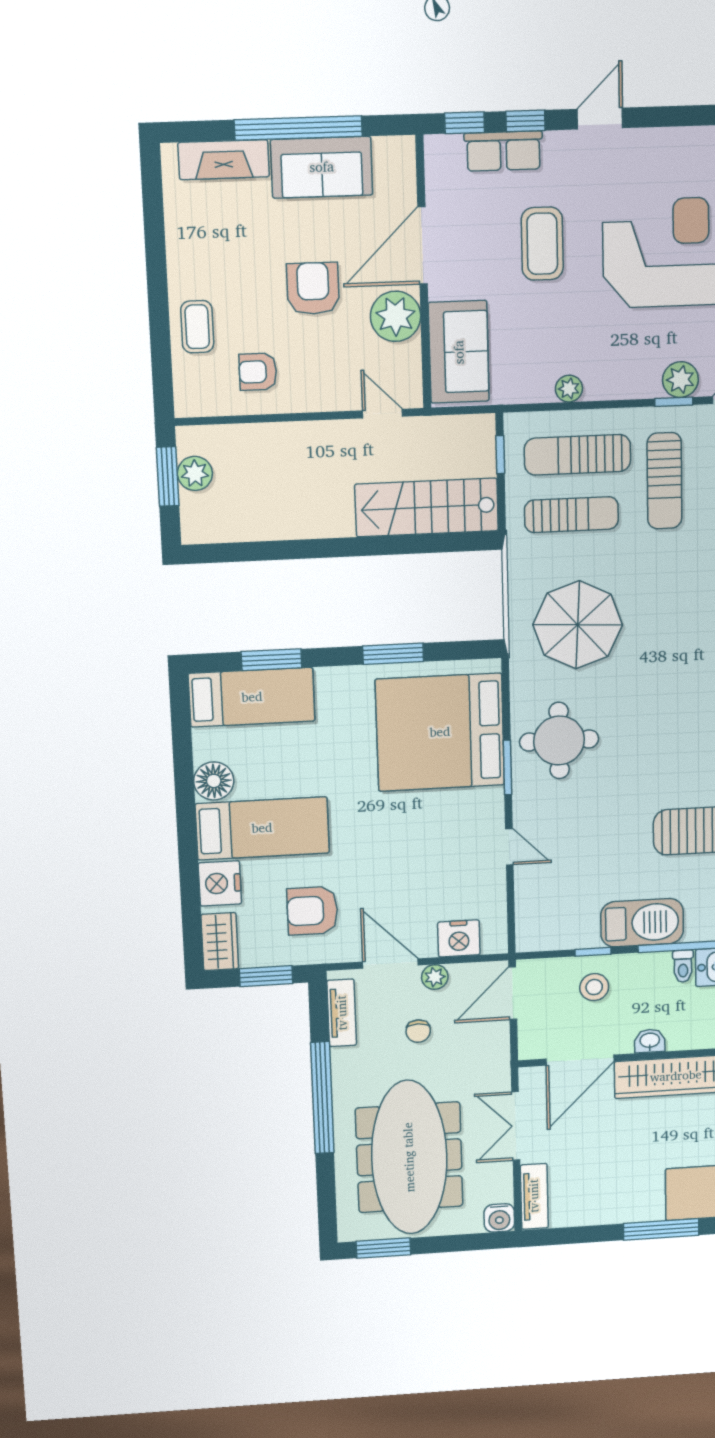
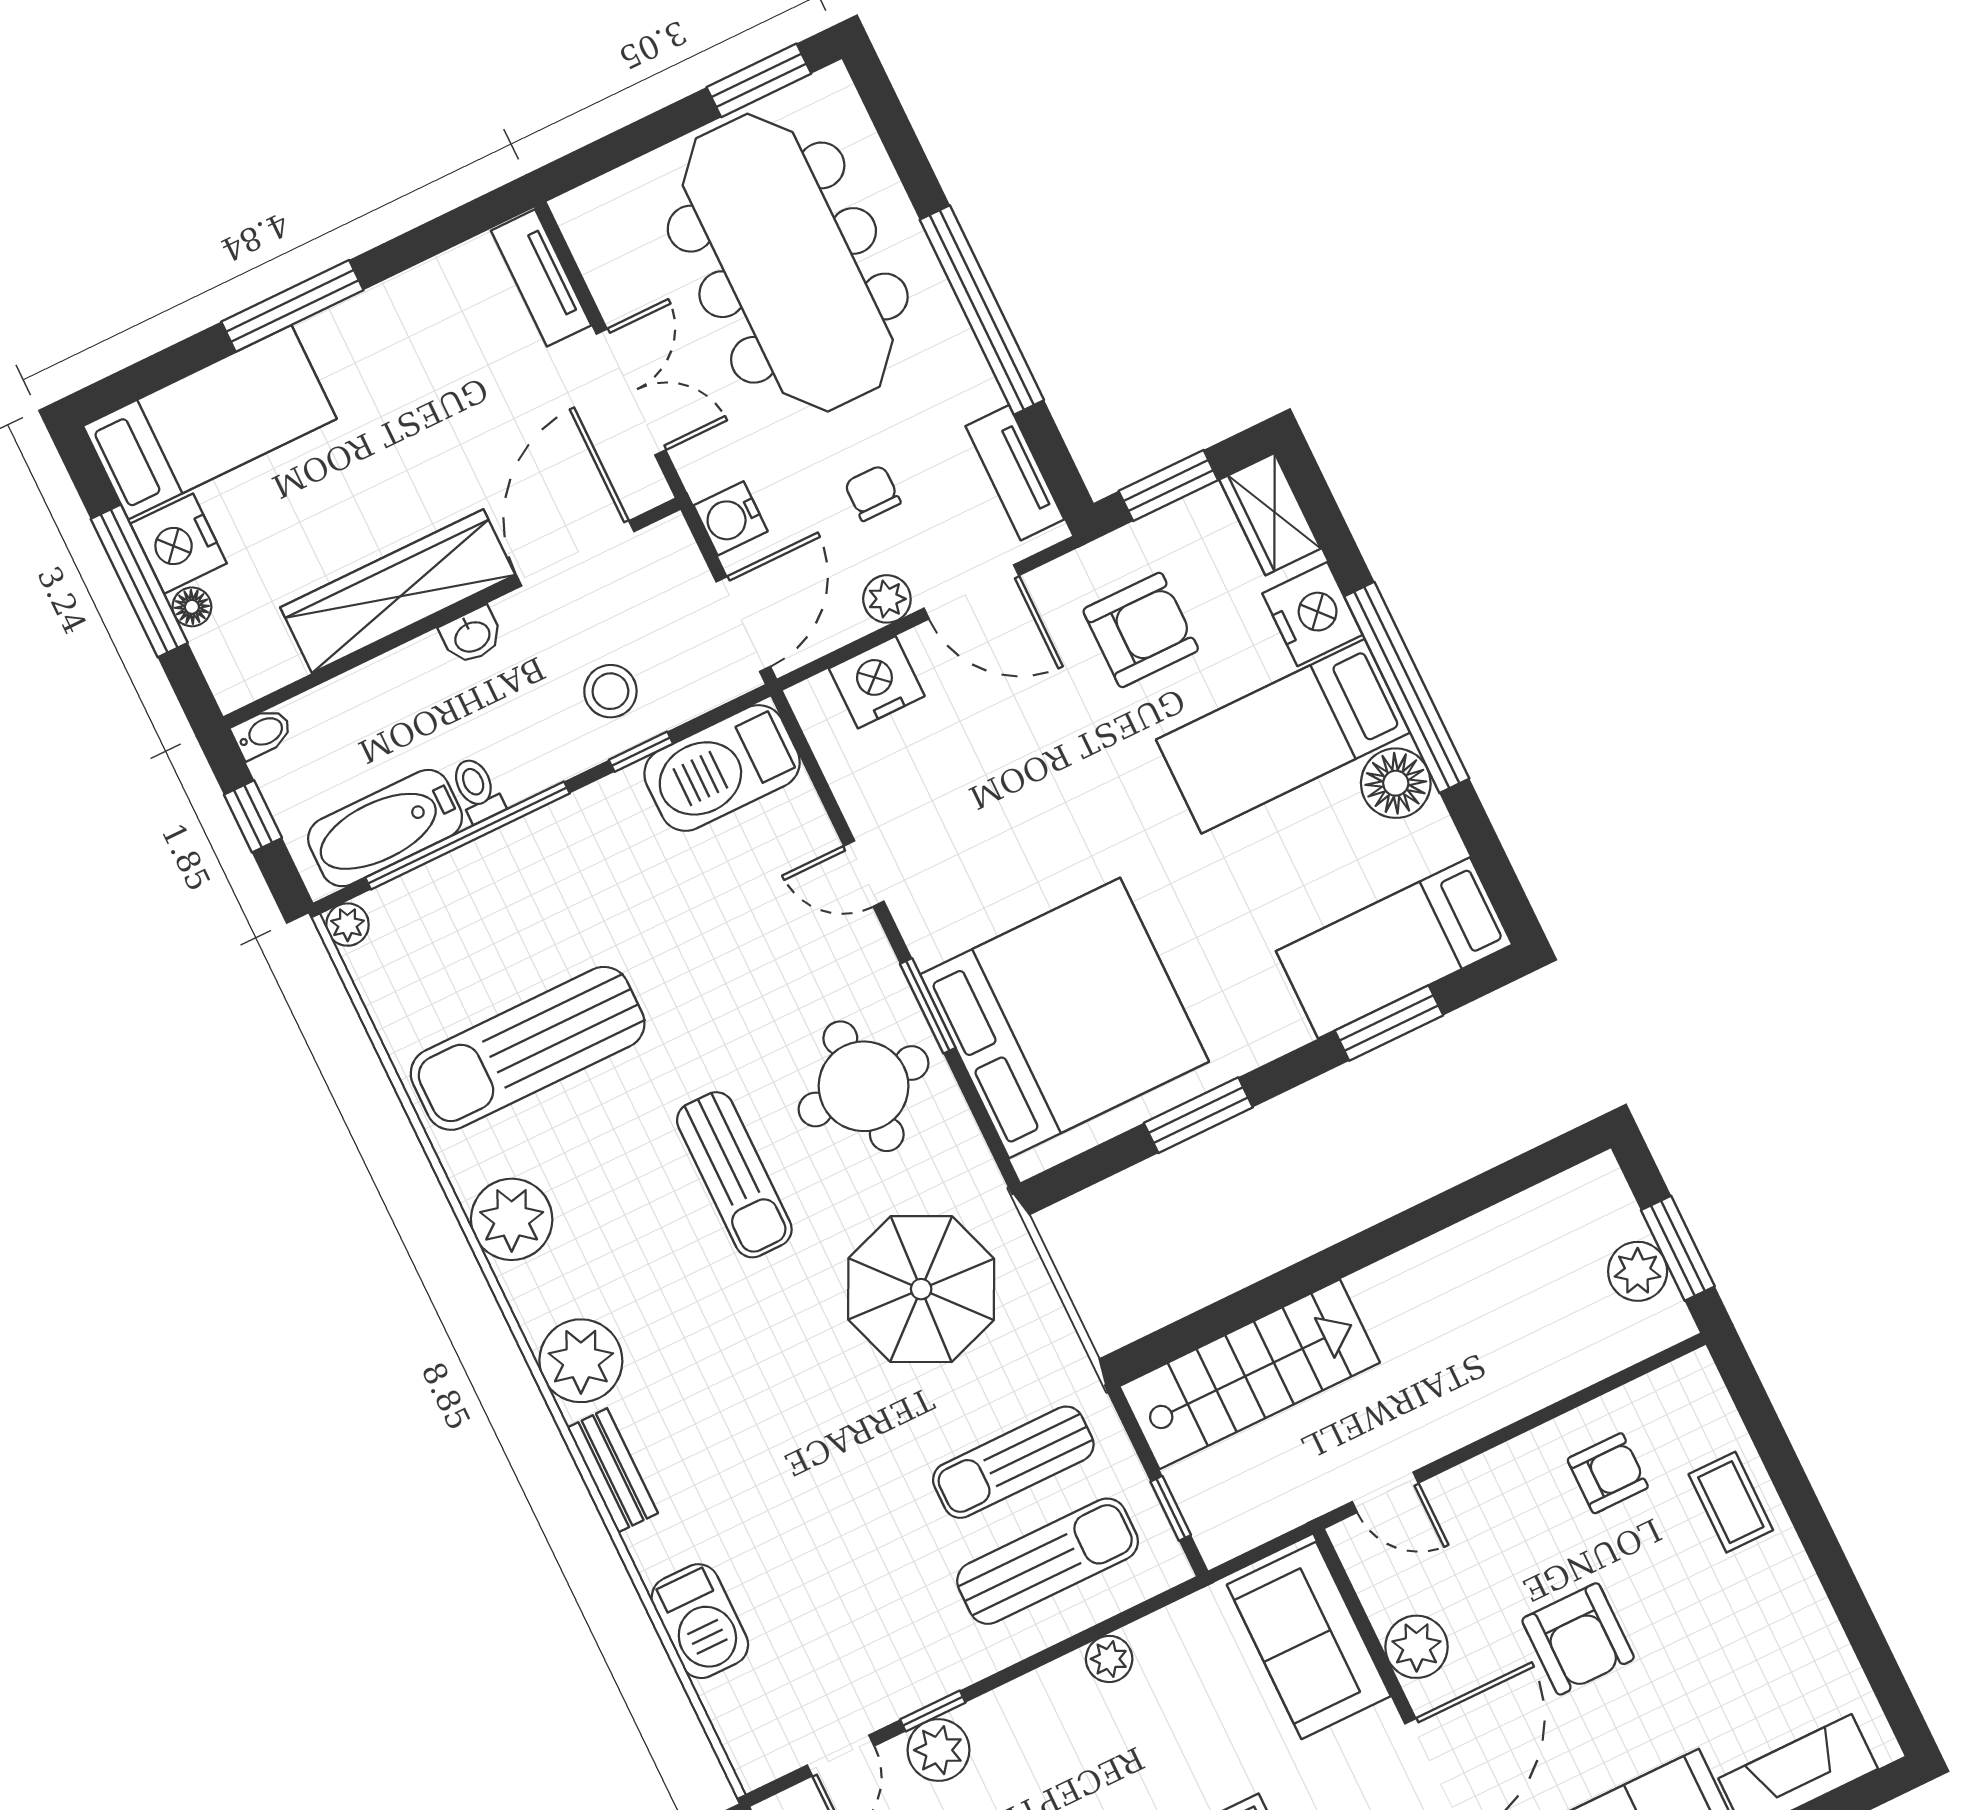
plant: (396, 316) -> (1417, 1647), width x0.73, depth x0.73
sun lounger: (664, 481) -> (734, 1175), moved, turned 180
window: (187, 827) -> (1407, 687), added
barbecue: (642, 923) -> (722, 768), moved
water cooler: (499, 1218) -> (731, 518), moved, turned -90

